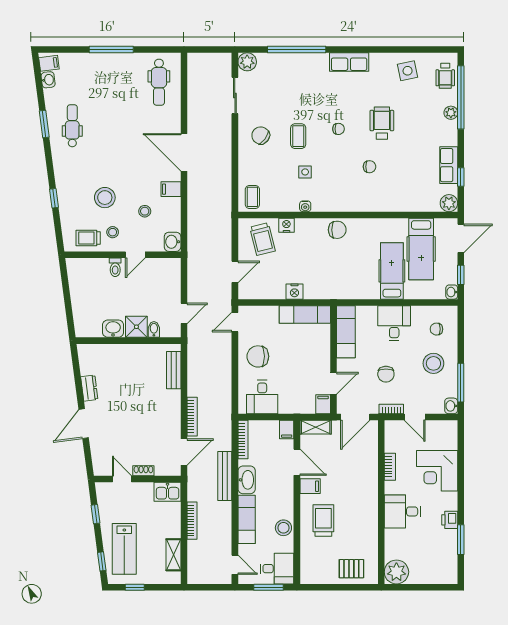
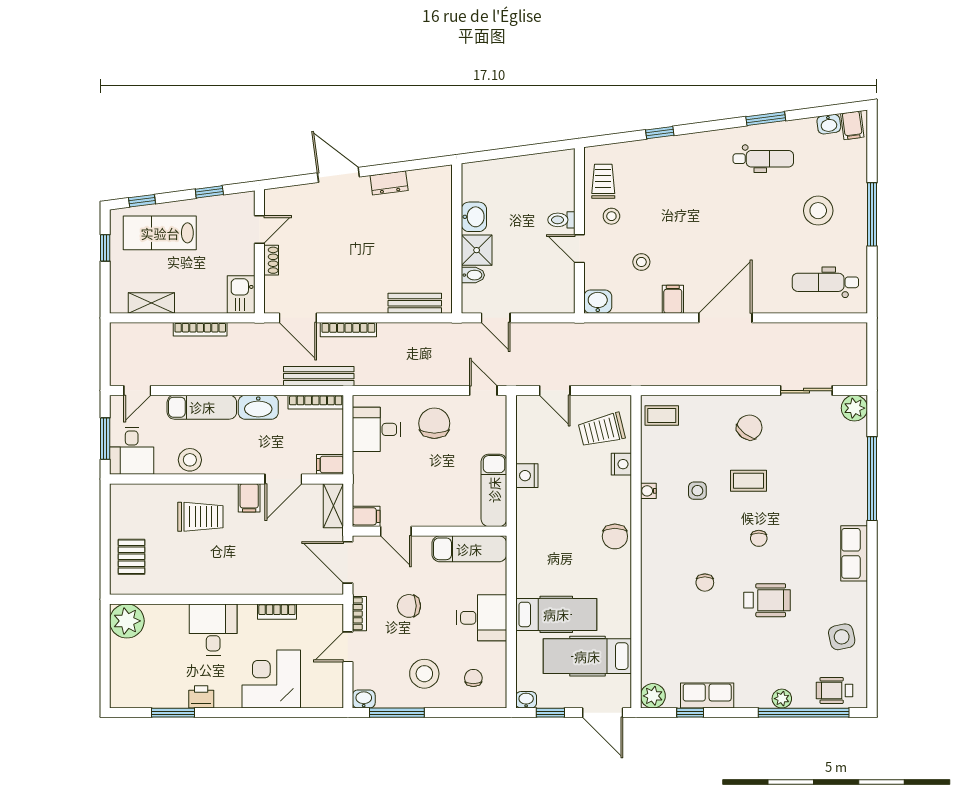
stool: (105, 198) -> (818, 211), moved
bench: (225, 476) -> (319, 376), moved

